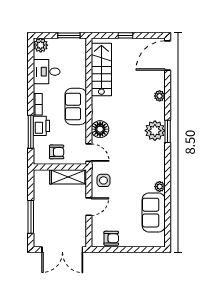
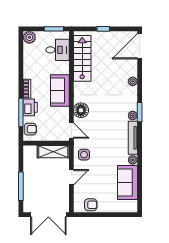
desk: (47, 72) -> (58, 50), moved, turned 180
plant: (155, 131) -> (133, 116), width x0.53, depth x0.53
armchair: (57, 152) -> (30, 129), moved
tv unit: (160, 161) -> (133, 138), added

